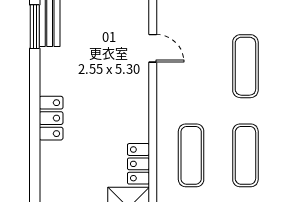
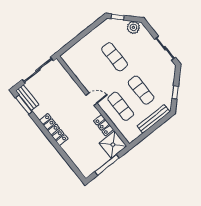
door: (153, 48) -> (92, 99), moved
locker: (51, 118) -> (54, 129), width x1.53

